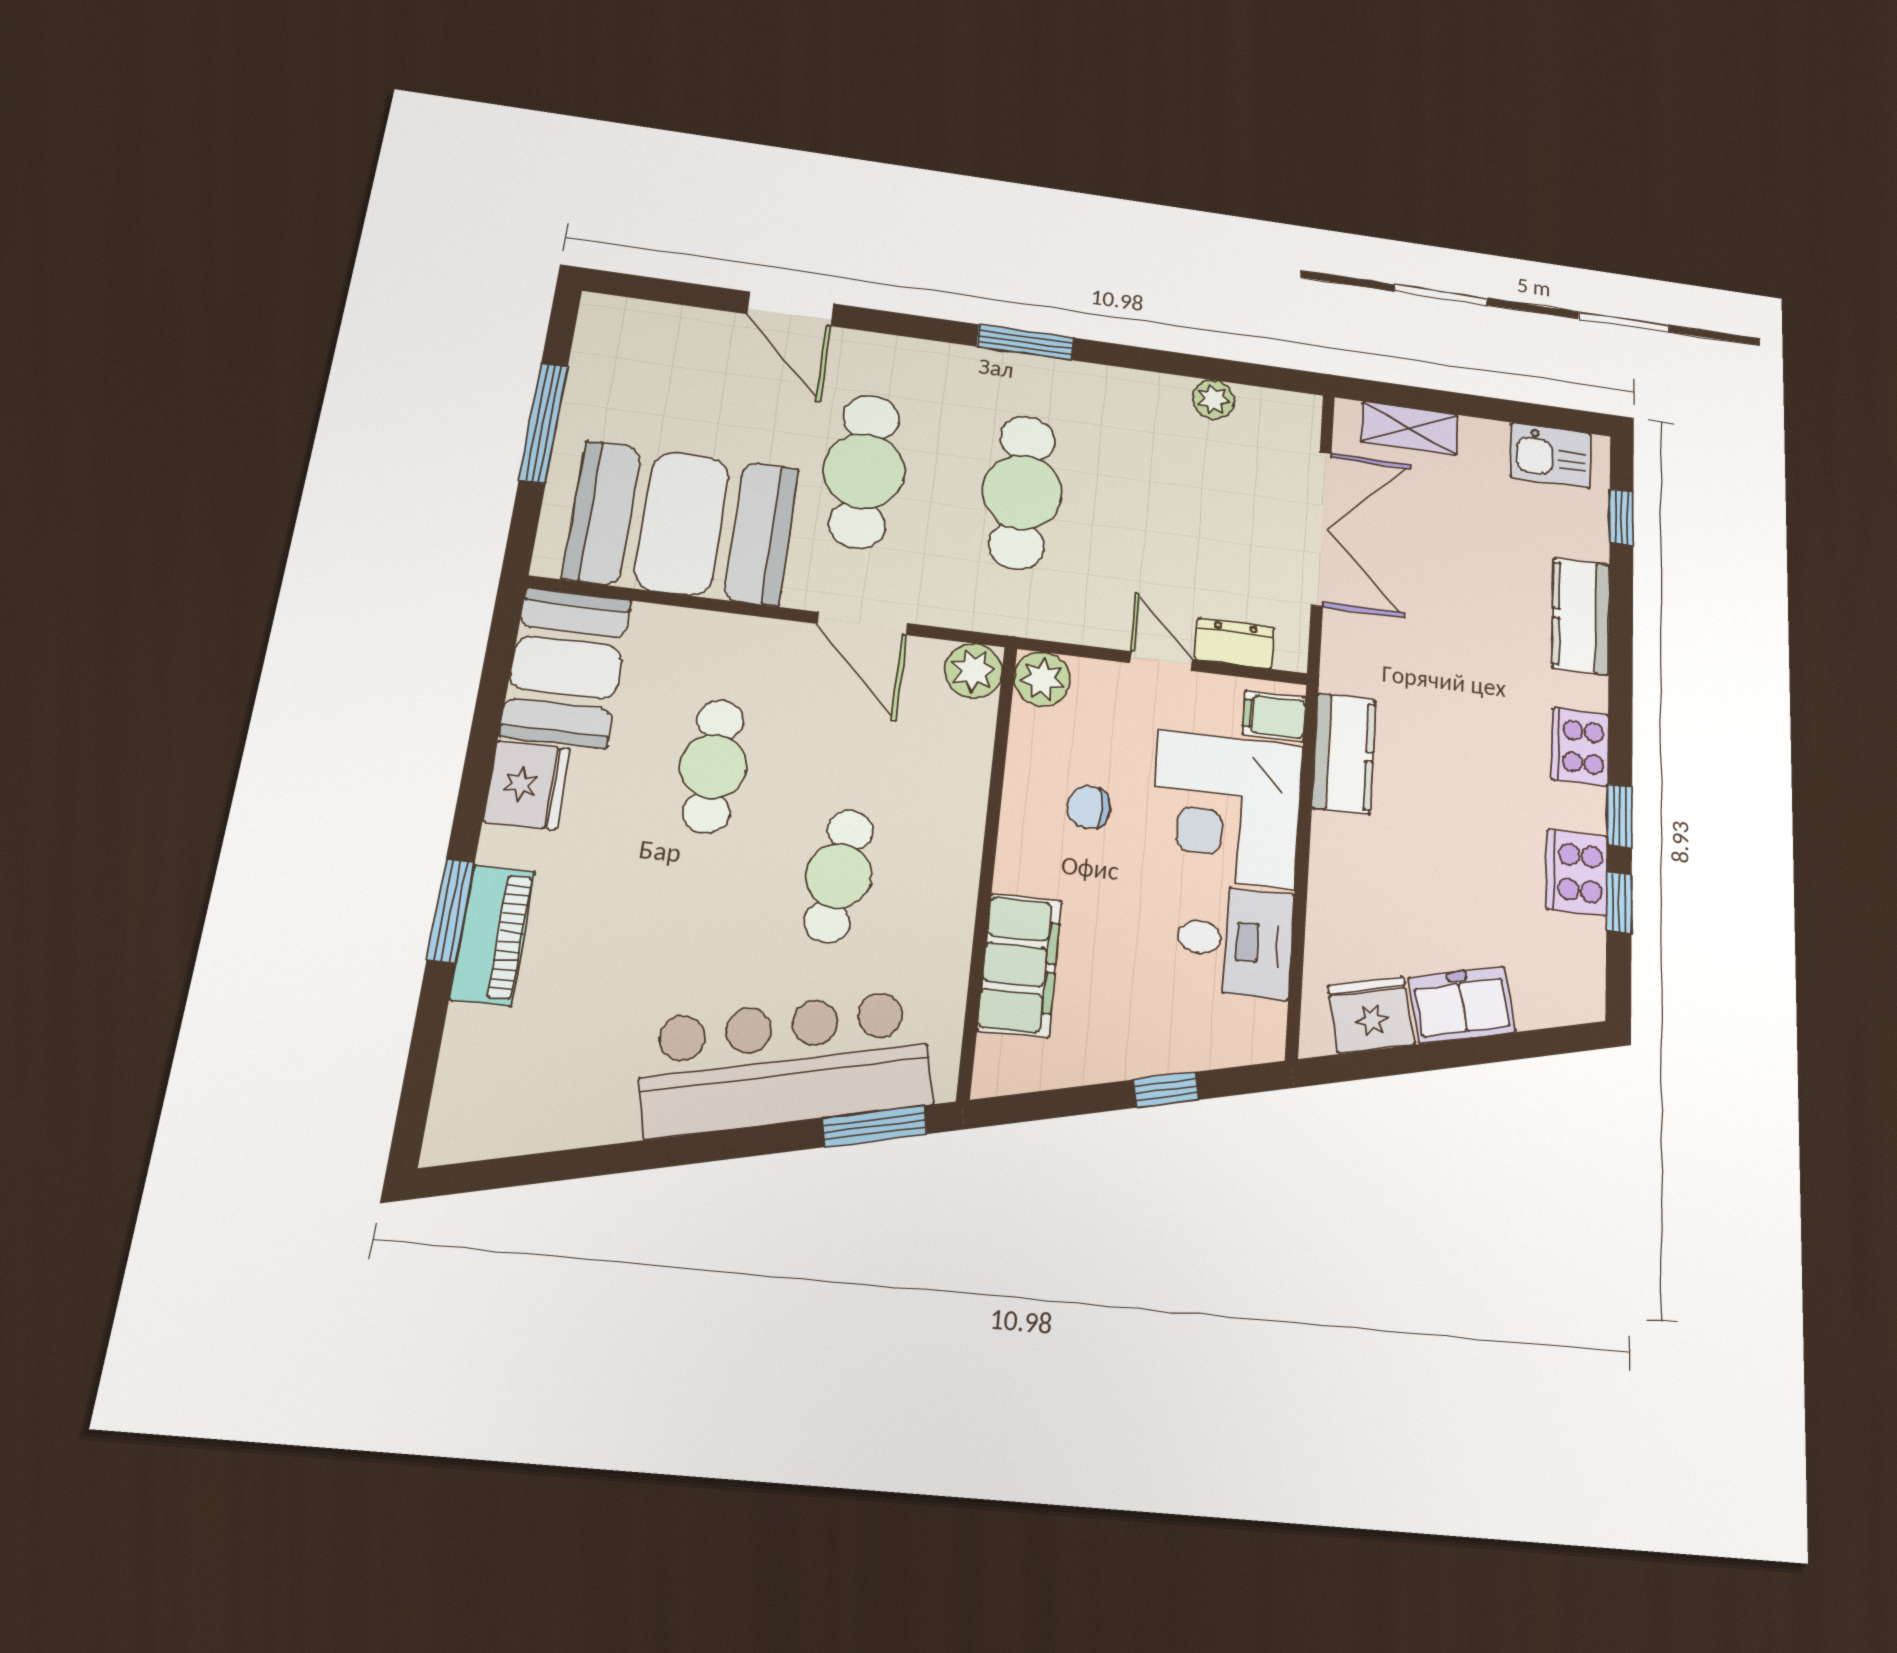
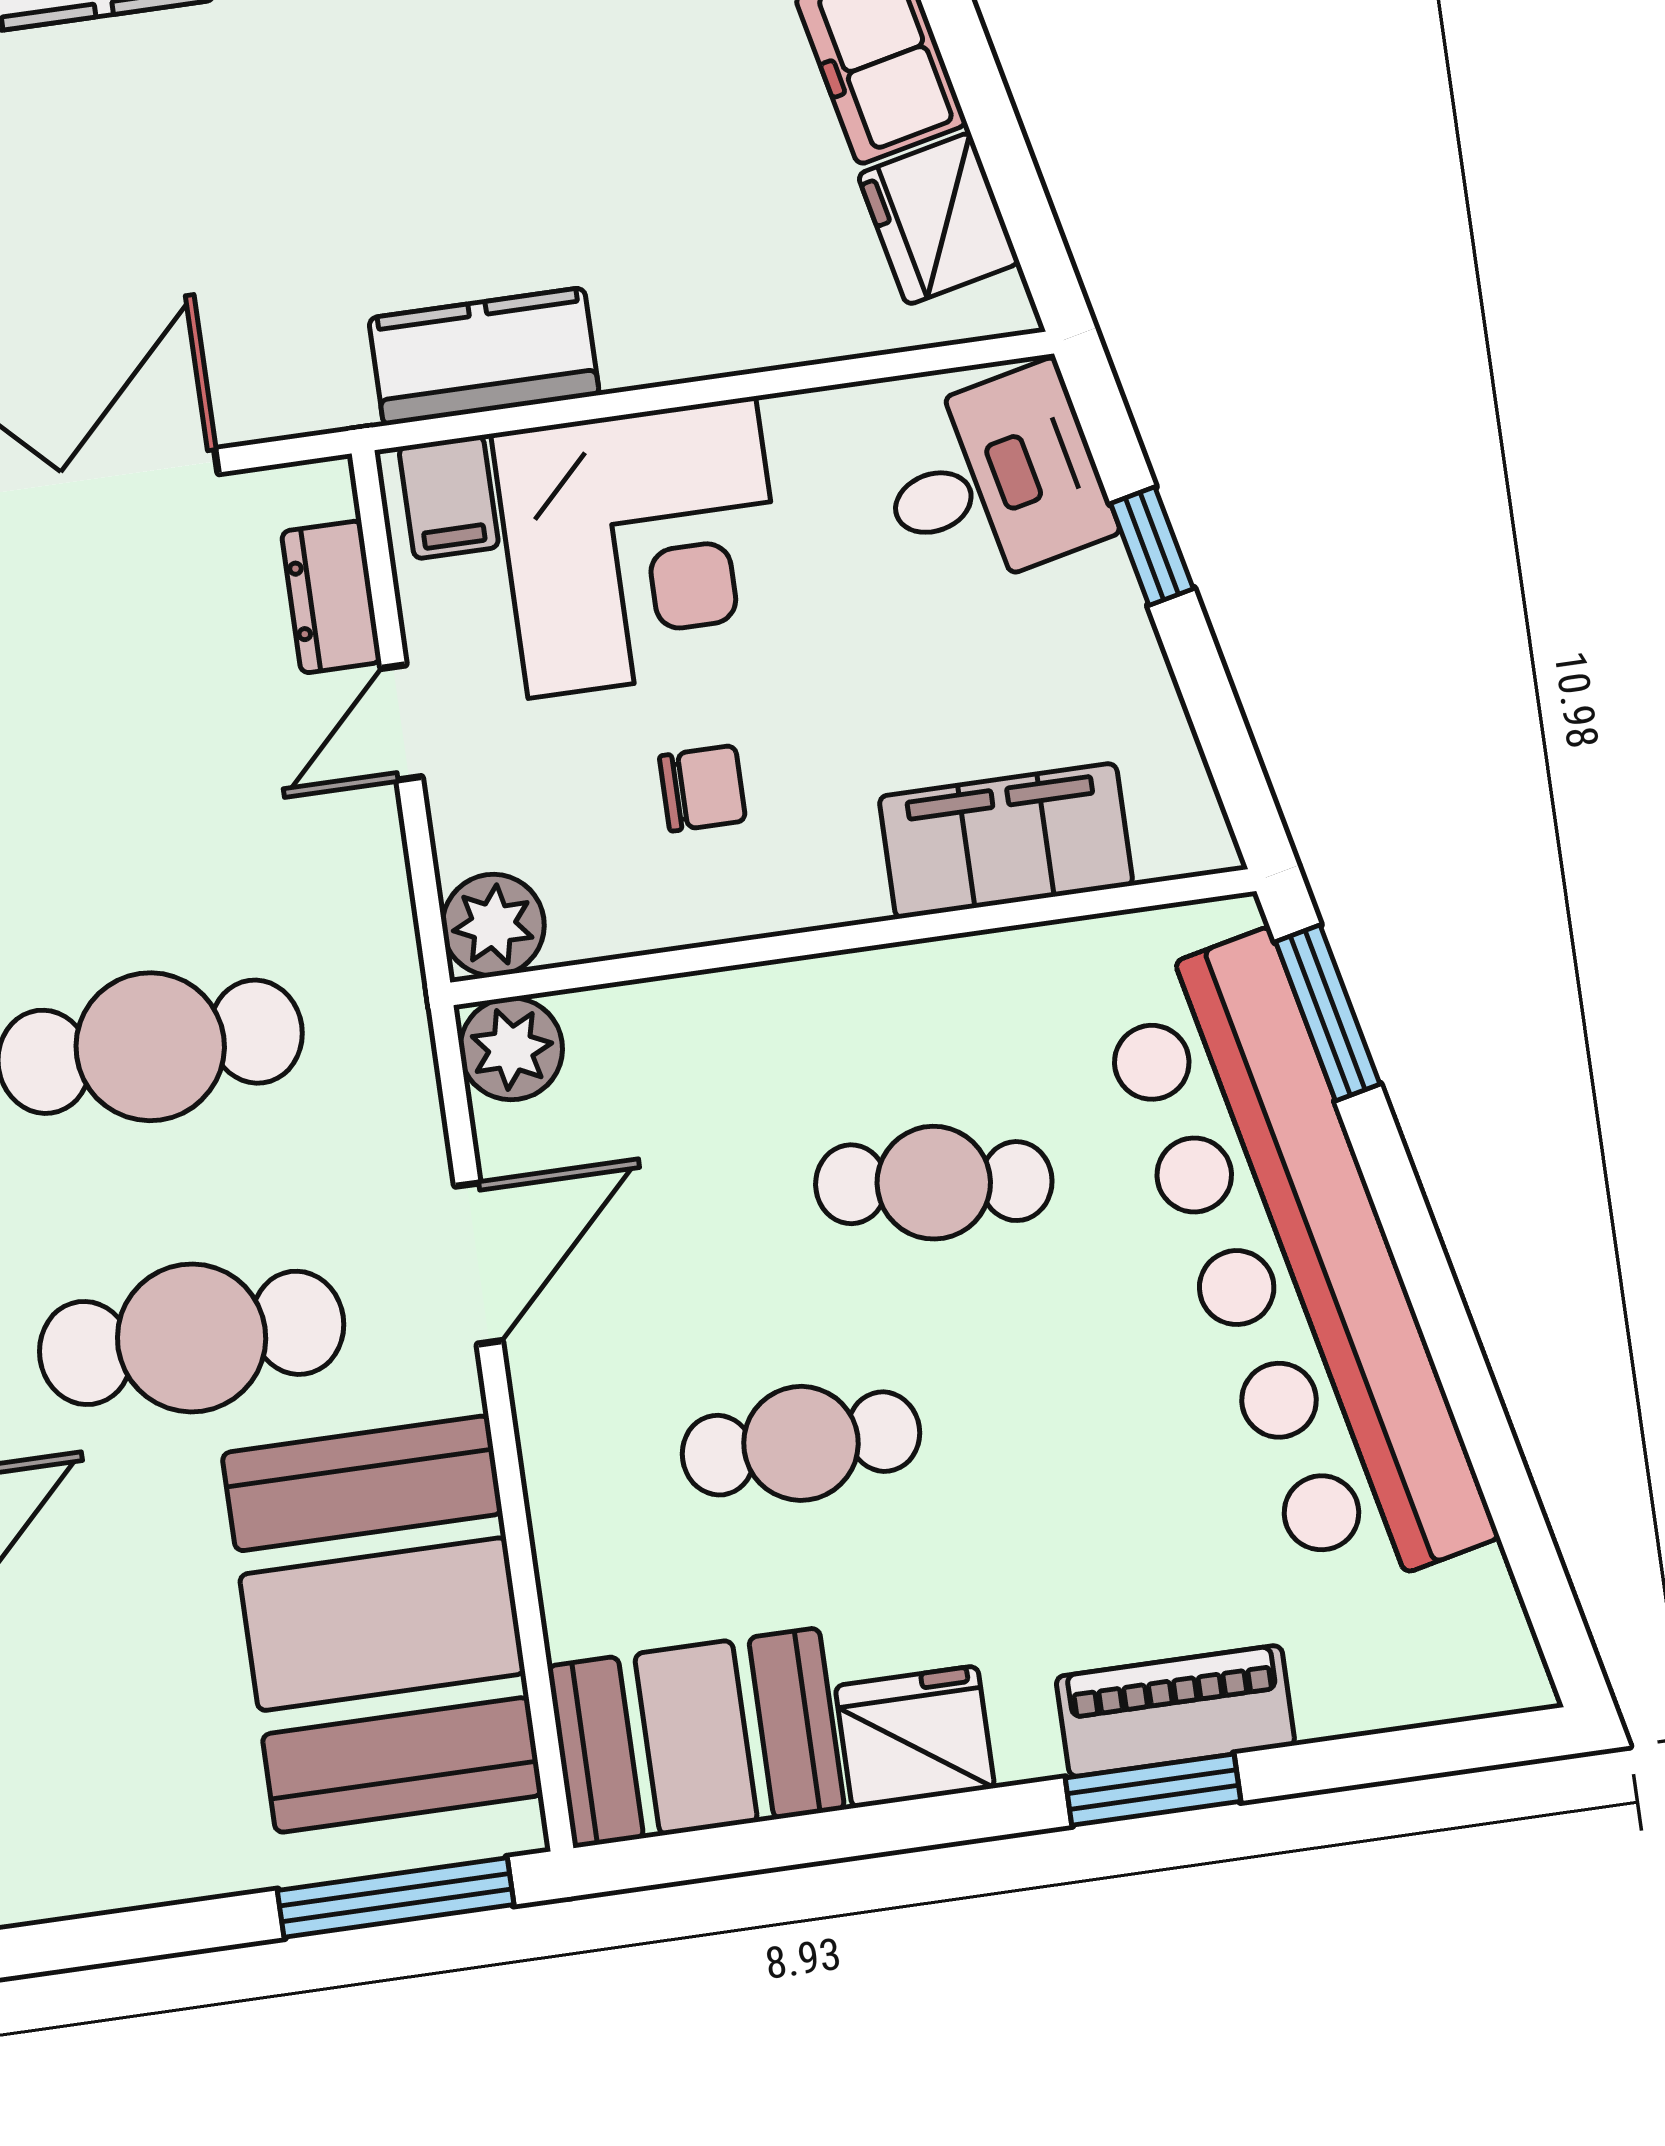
window: (543, 423) -> (396, 1897), moved
chair: (1089, 807) -> (702, 788), turned -90
desk: (1235, 941) -> (993, 480), moved, turned 77
bar counter: (785, 1063) -> (1293, 1266), width x1.36

